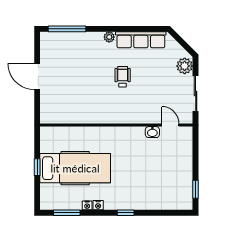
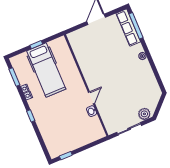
row of seats: (141, 40) -> (128, 28), moved
wheelchair: (123, 77) -> (120, 76), removed
door: (170, 125) -> (91, 98), moved

